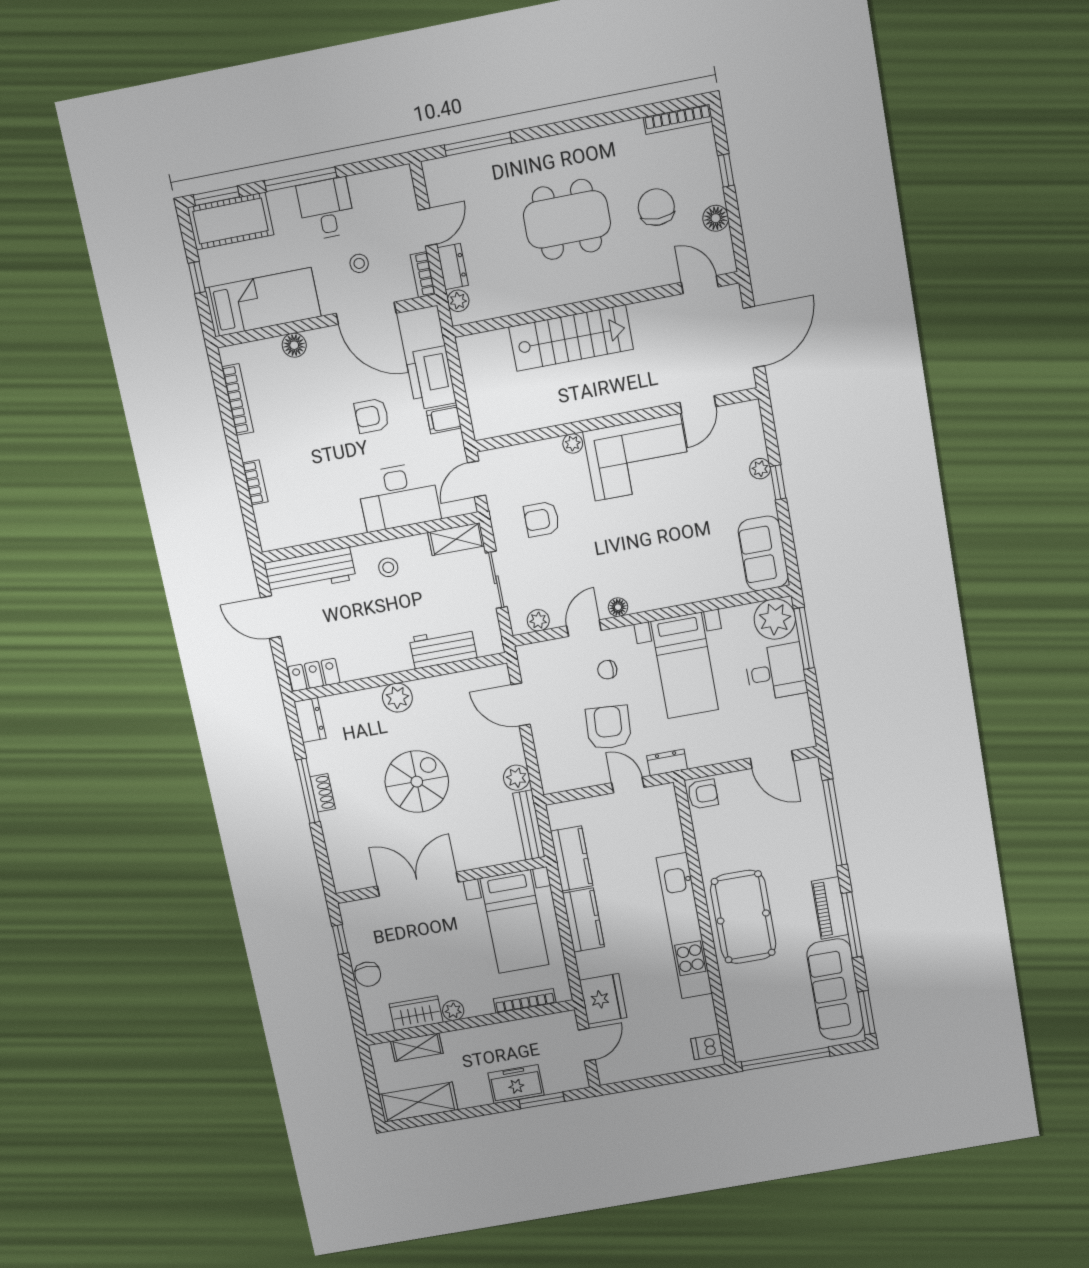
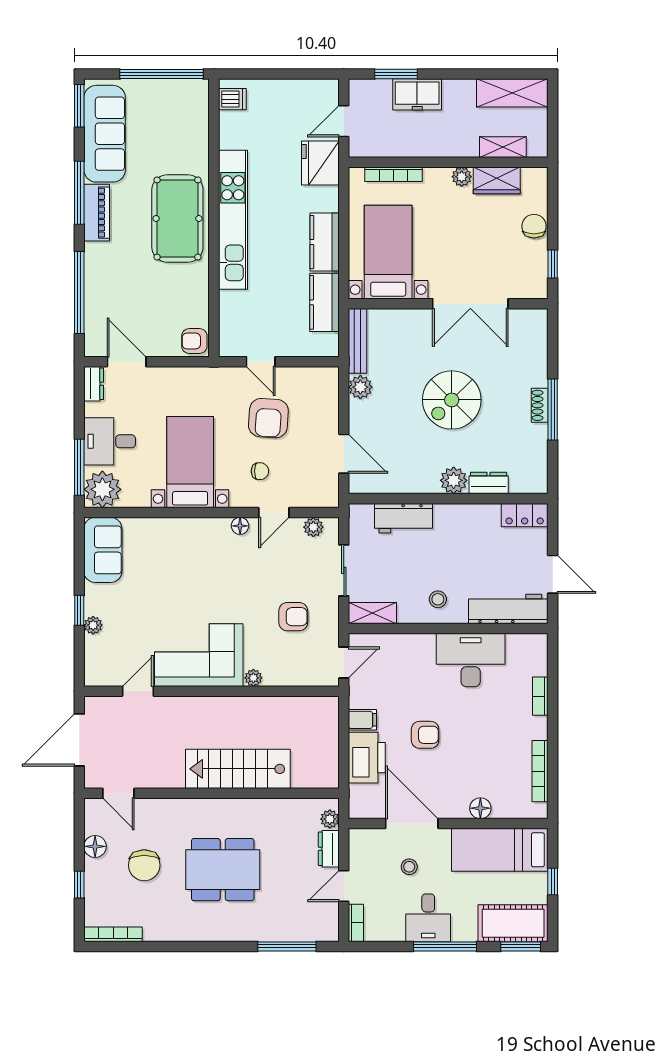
bookcase: (423, 275) -> (356, 923), moved
desk: (399, 497) -> (471, 660), moved
dresser: (310, 720) -> (489, 483), moved, turned 90
dresser: (667, 763) -> (94, 384), moved, turned -90

